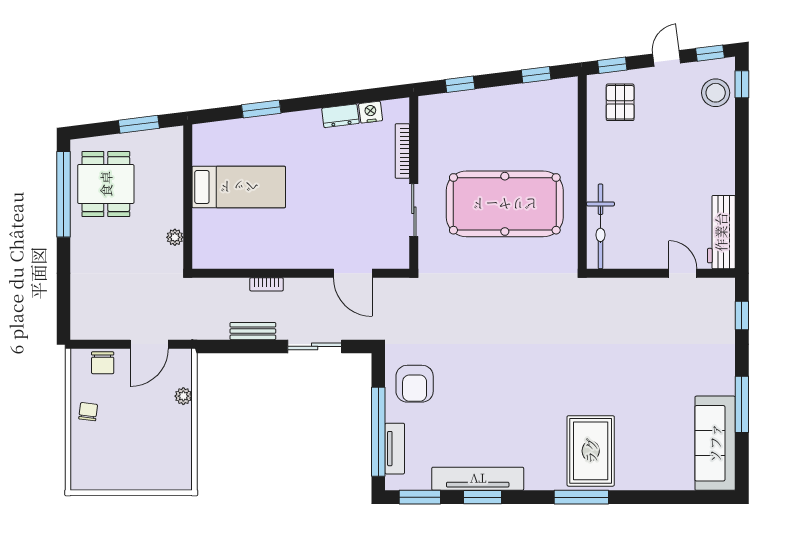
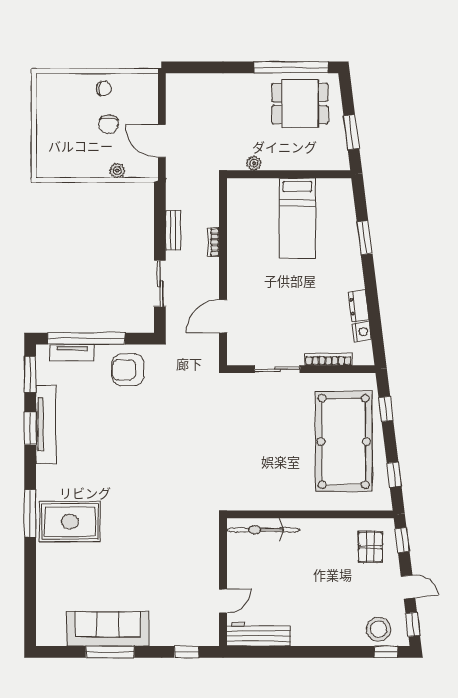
pallet: (620, 102) -> (370, 547), turned 90
pool table: (505, 204) -> (344, 441), moved
chair: (103, 363) -> (109, 124), moved, turned -90
sofa: (715, 443) -> (108, 629), moved

